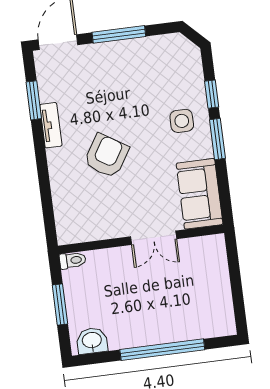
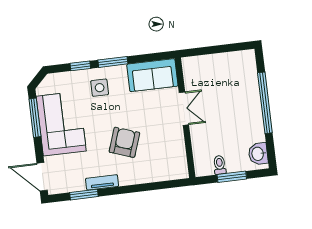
window: (119, 34) -> (35, 118), moved
corner sofa: (132, 68) -> (61, 124), added
armchair: (106, 156) -> (124, 142), turned 77
toilet: (73, 260) -> (220, 165), moved

